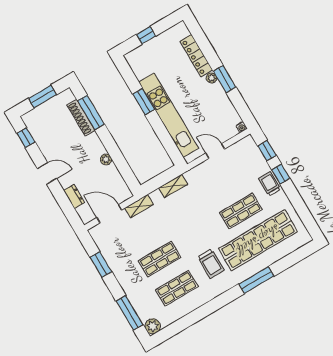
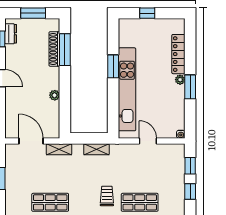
trolley: (270, 184) -> (107, 196), moved
dresser: (74, 196) -> (11, 34), moved

